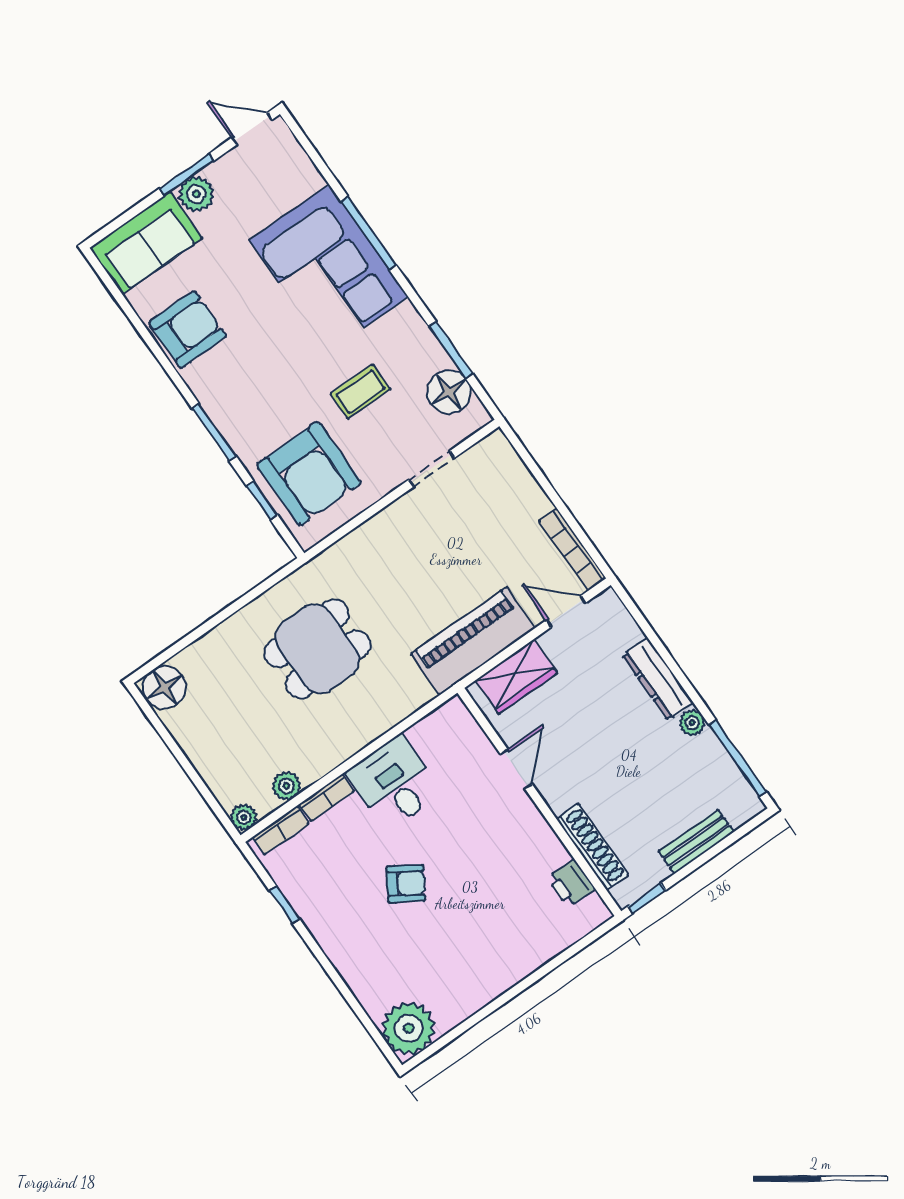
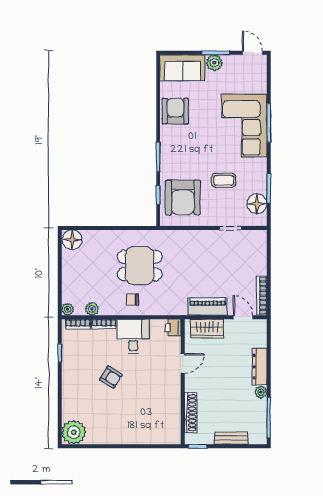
armchair: (188, 329) -> (175, 111), turned -90
piano: (473, 641) -> (207, 307), width x0.73, depth x0.75
chair: (347, 719) -> (132, 300), added
printer: (571, 883) -> (173, 328), moved

